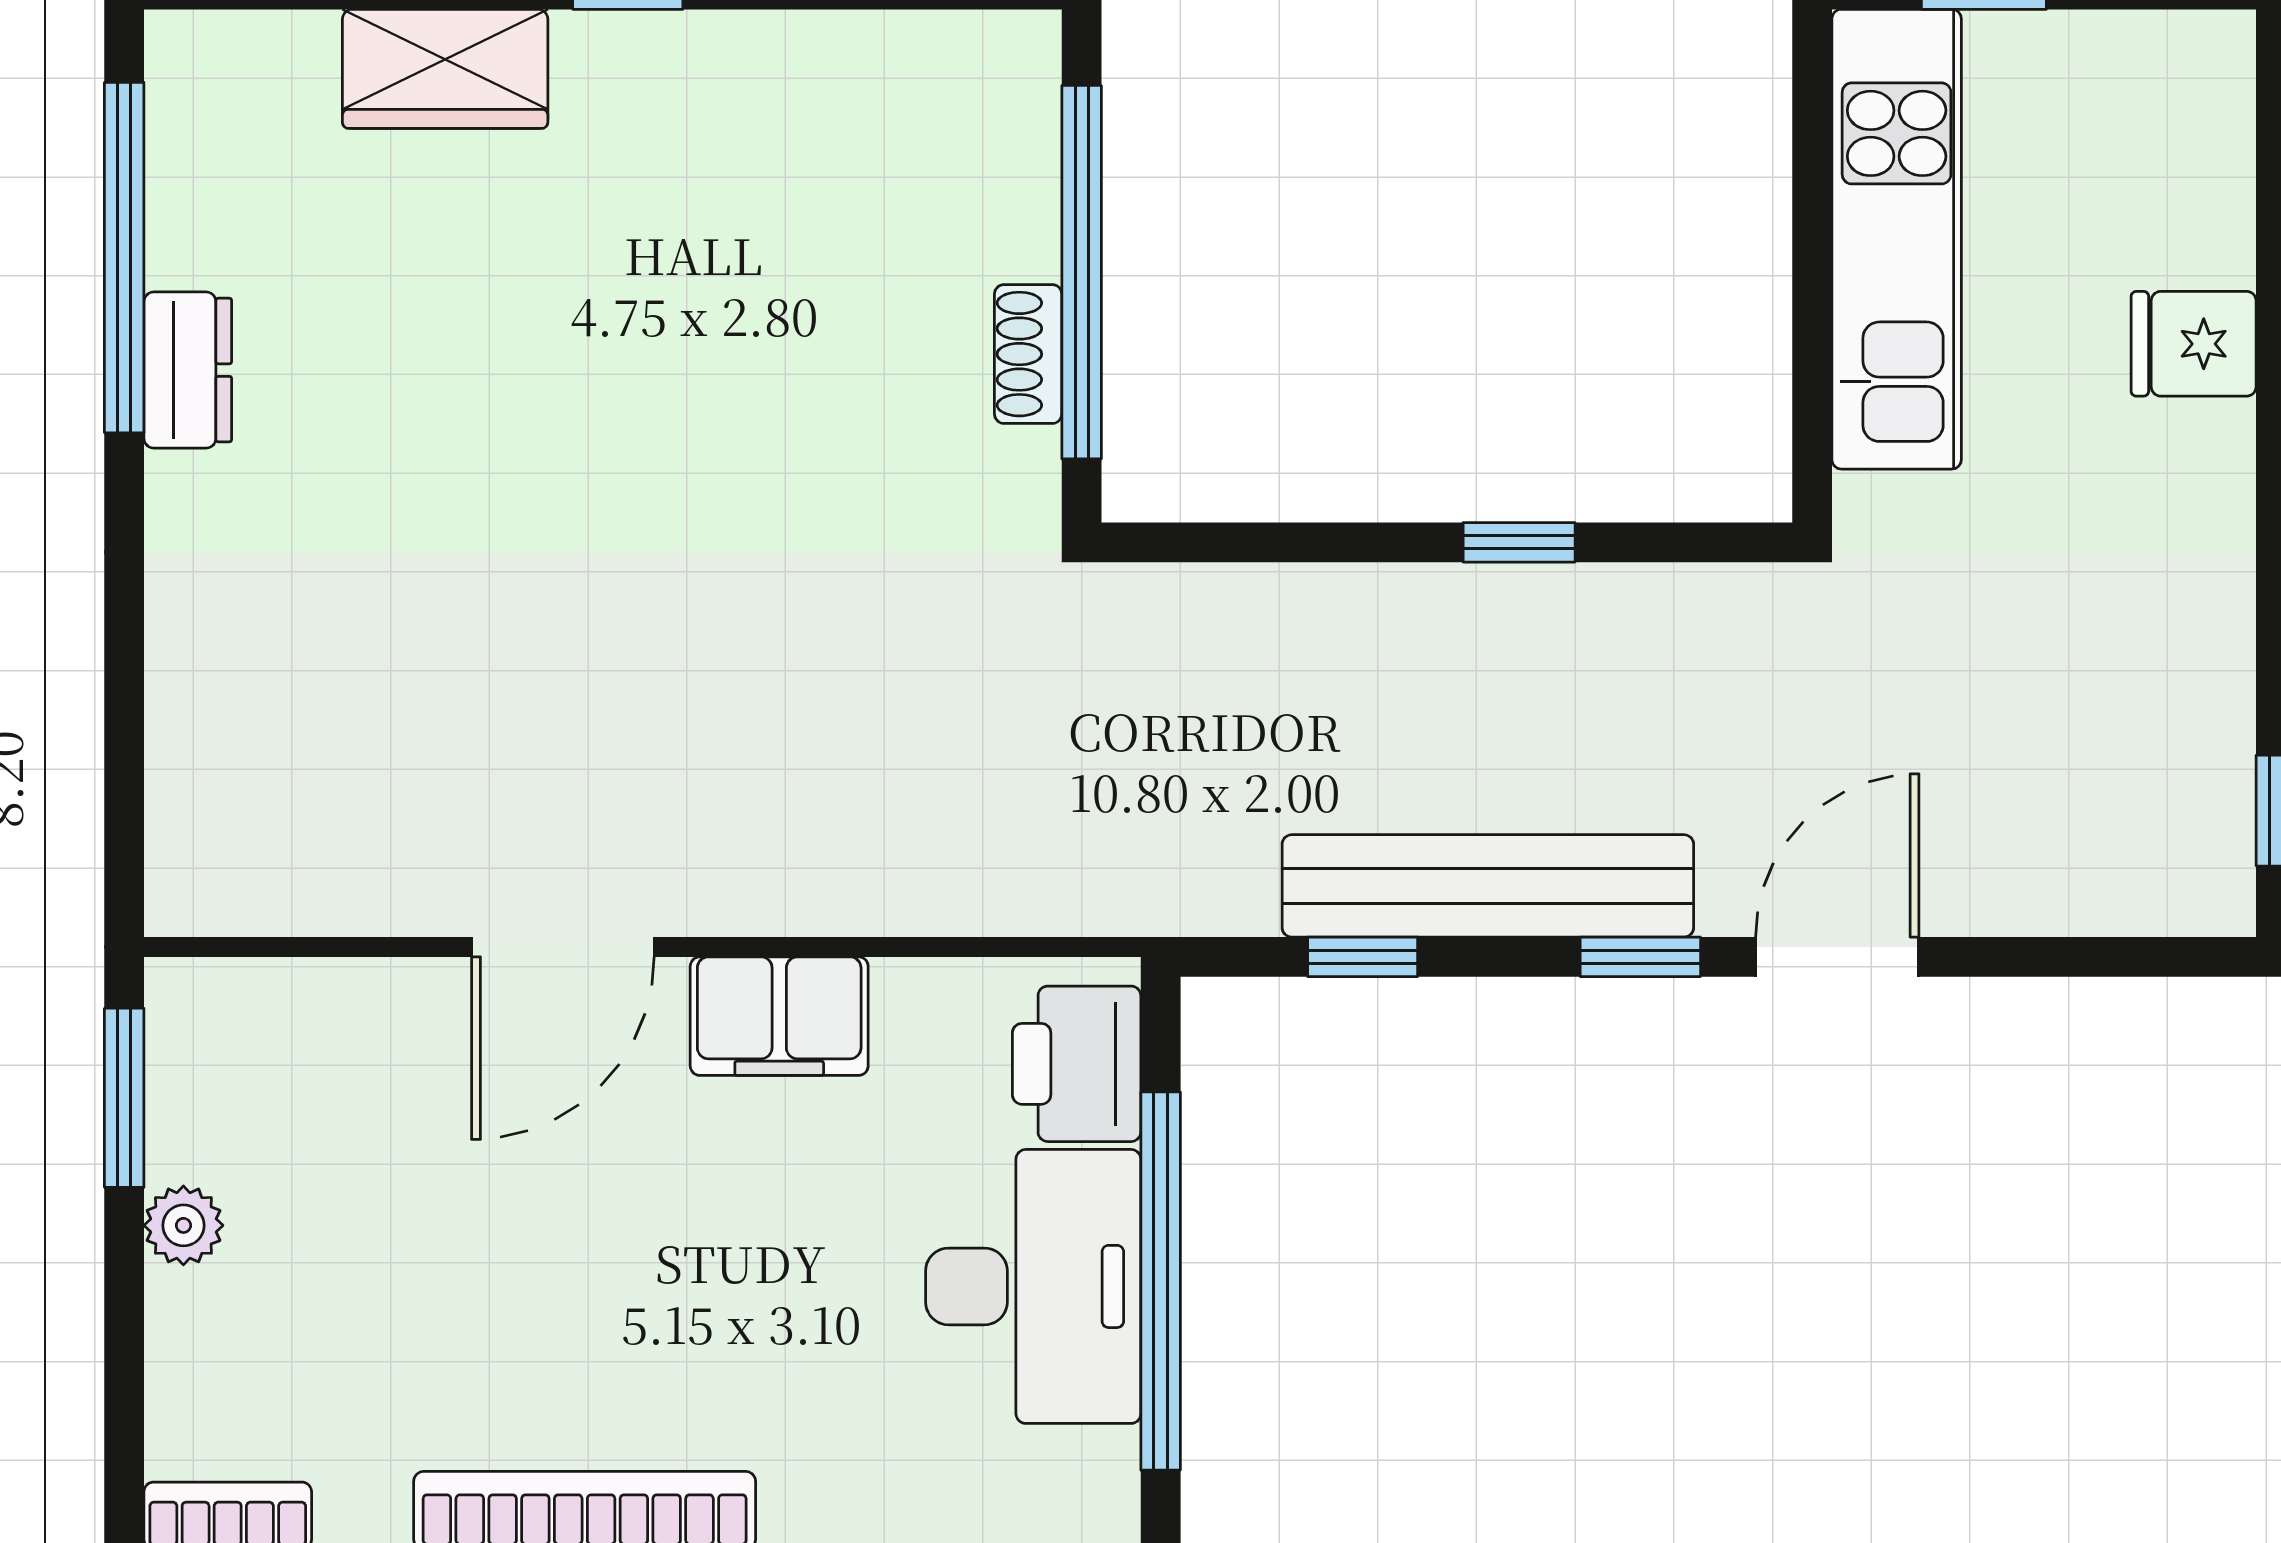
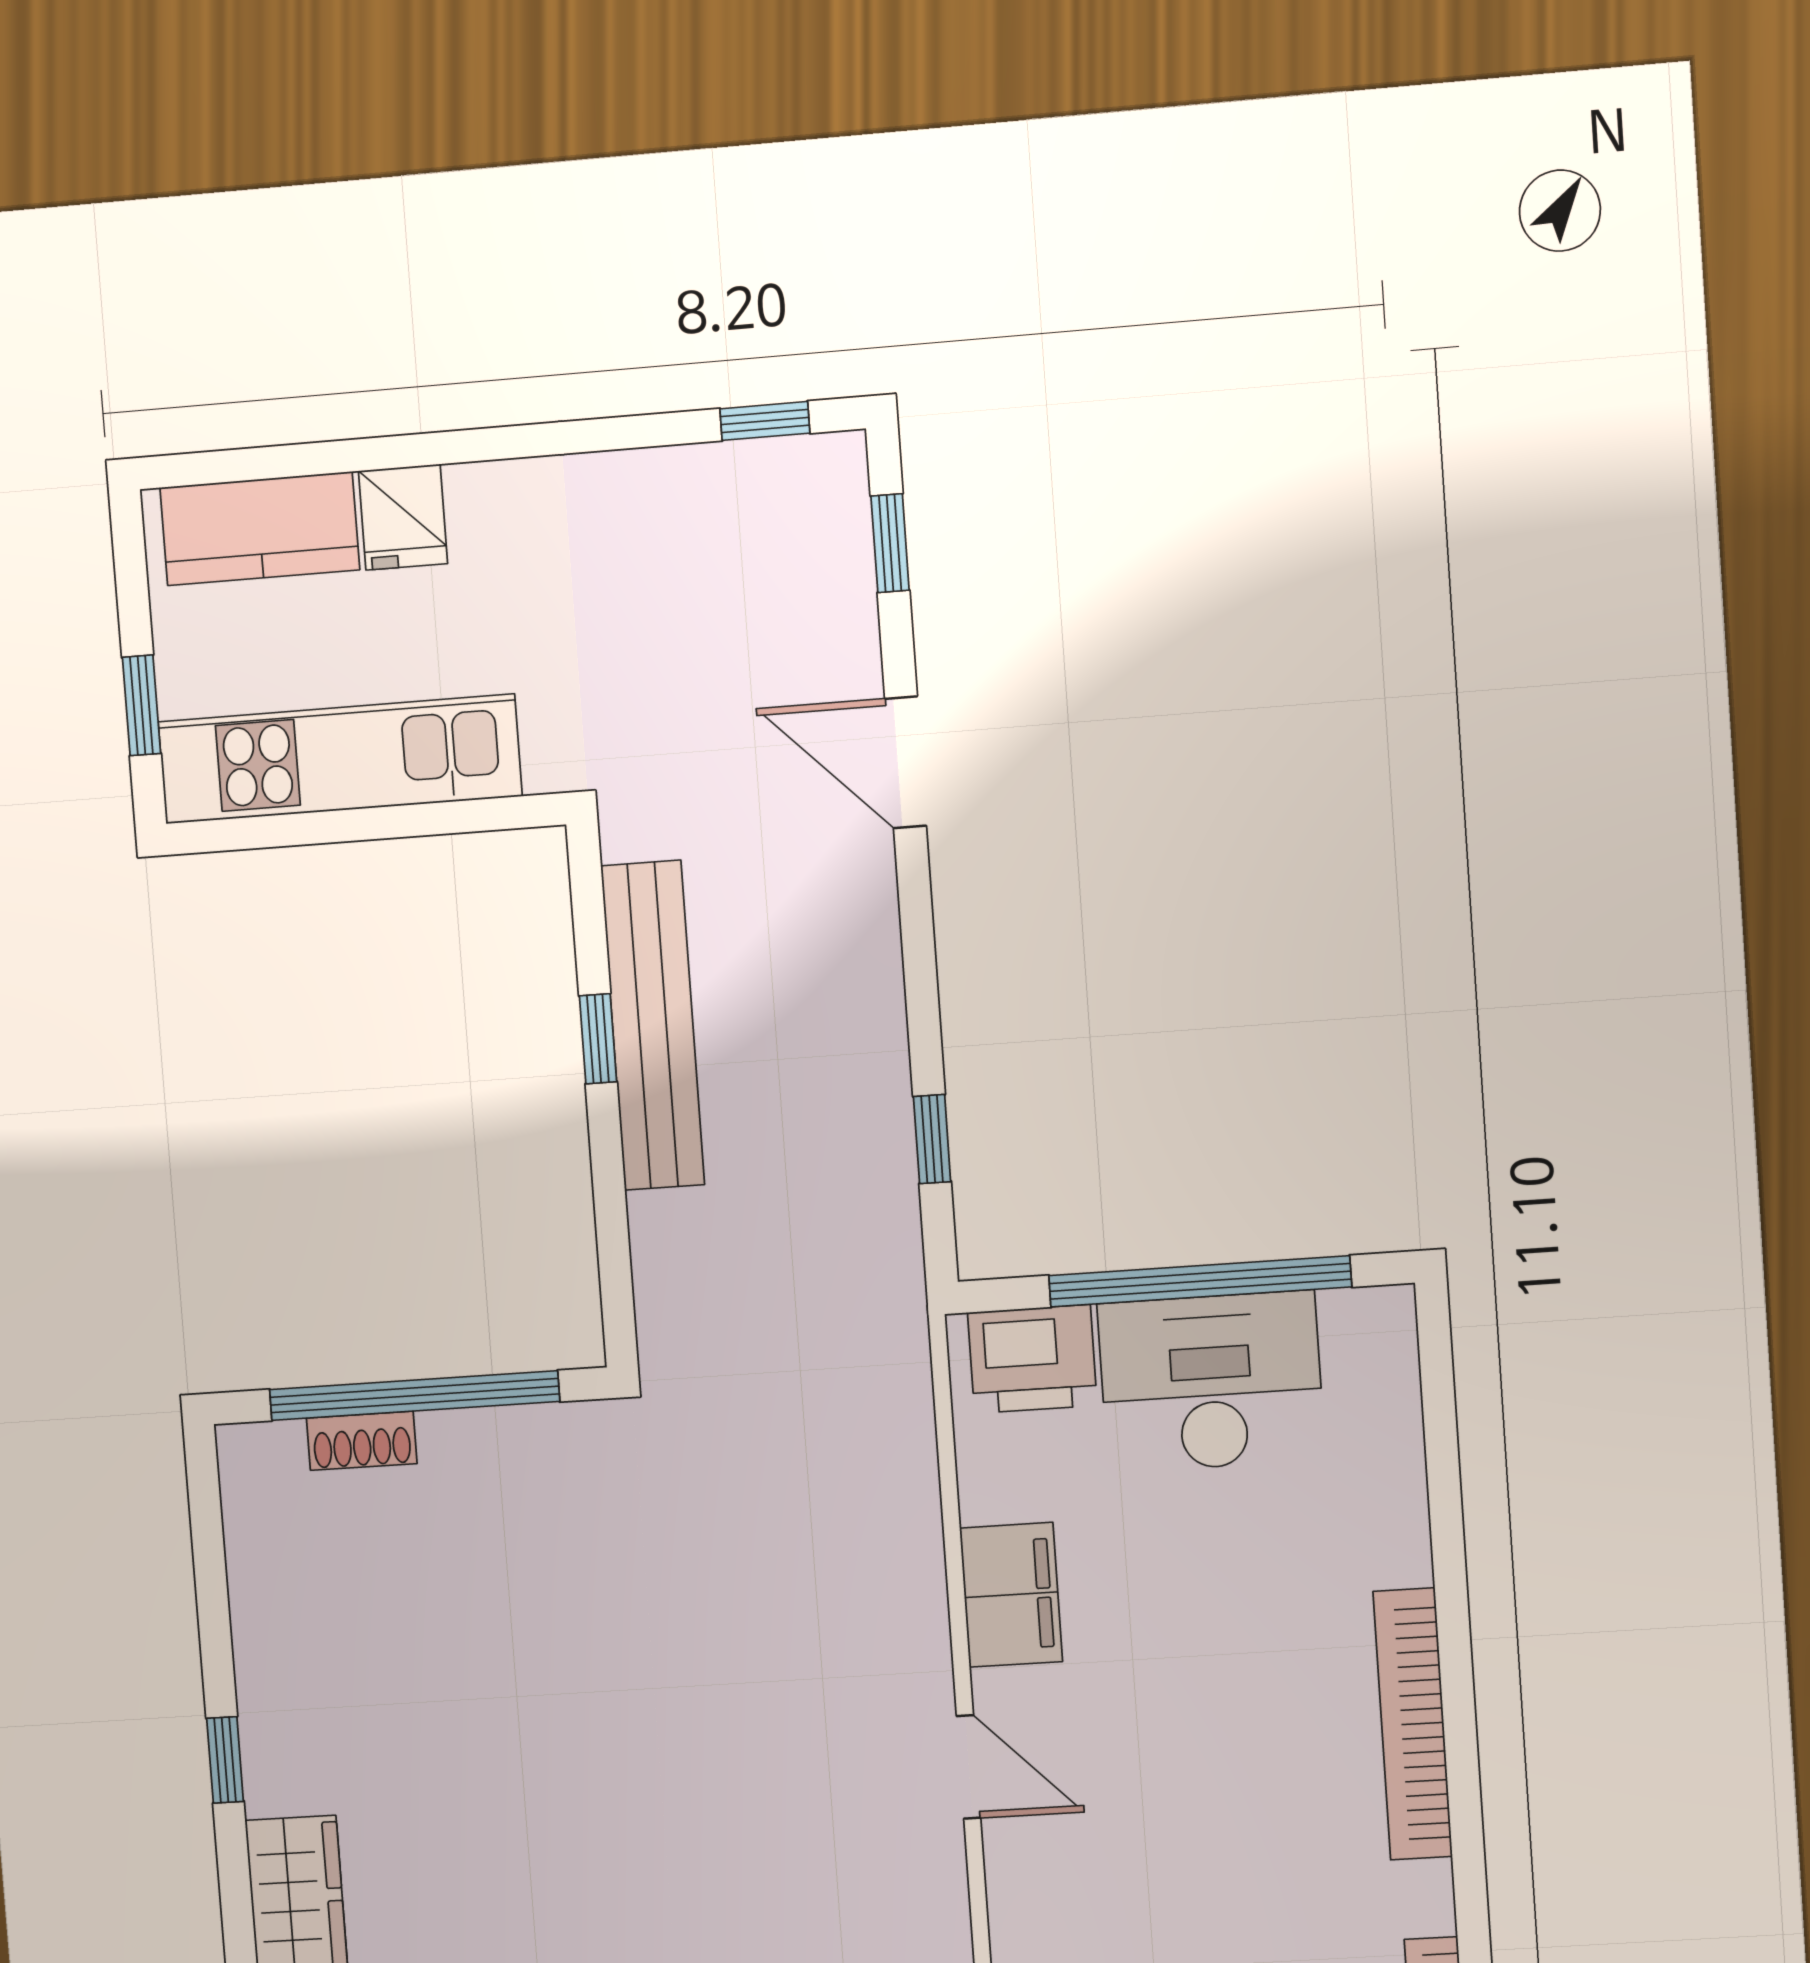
kitchen counter: (2194, 160) -> (260, 529), added
shoe rack: (1028, 354) -> (362, 1441), moved
bench: (1488, 886) -> (653, 1025), moved
door: (563, 947) -> (969, 1767), width x0.73
window: (1640, 957) -> (890, 543), moved

